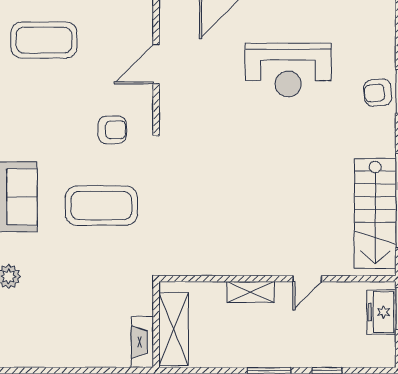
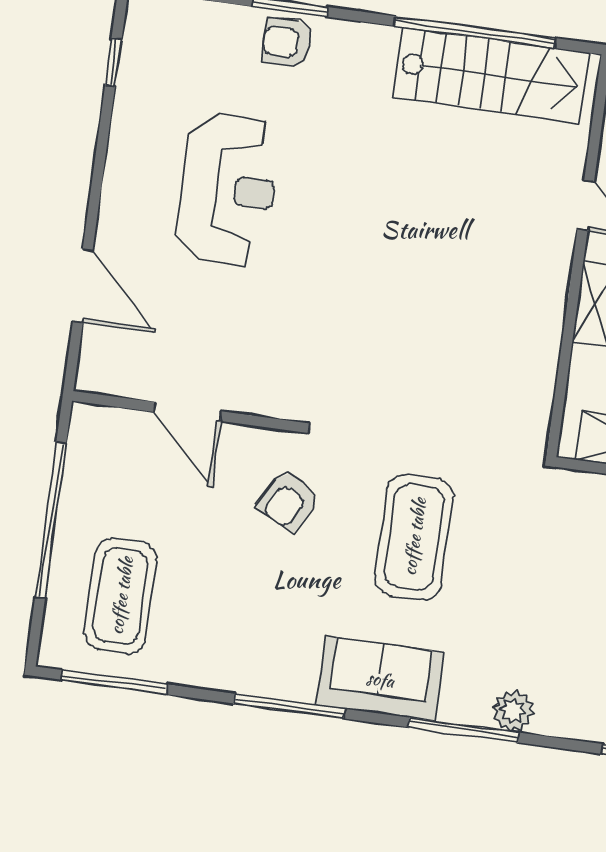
armchair: (378, 93) -> (287, 43), turned 95
armchair: (112, 130) -> (288, 501), turned -150

